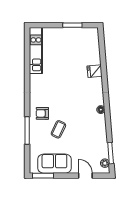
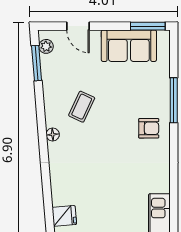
fridge: (95, 71) -> (64, 216), moved
coffee table: (58, 129) -> (82, 107), moved

